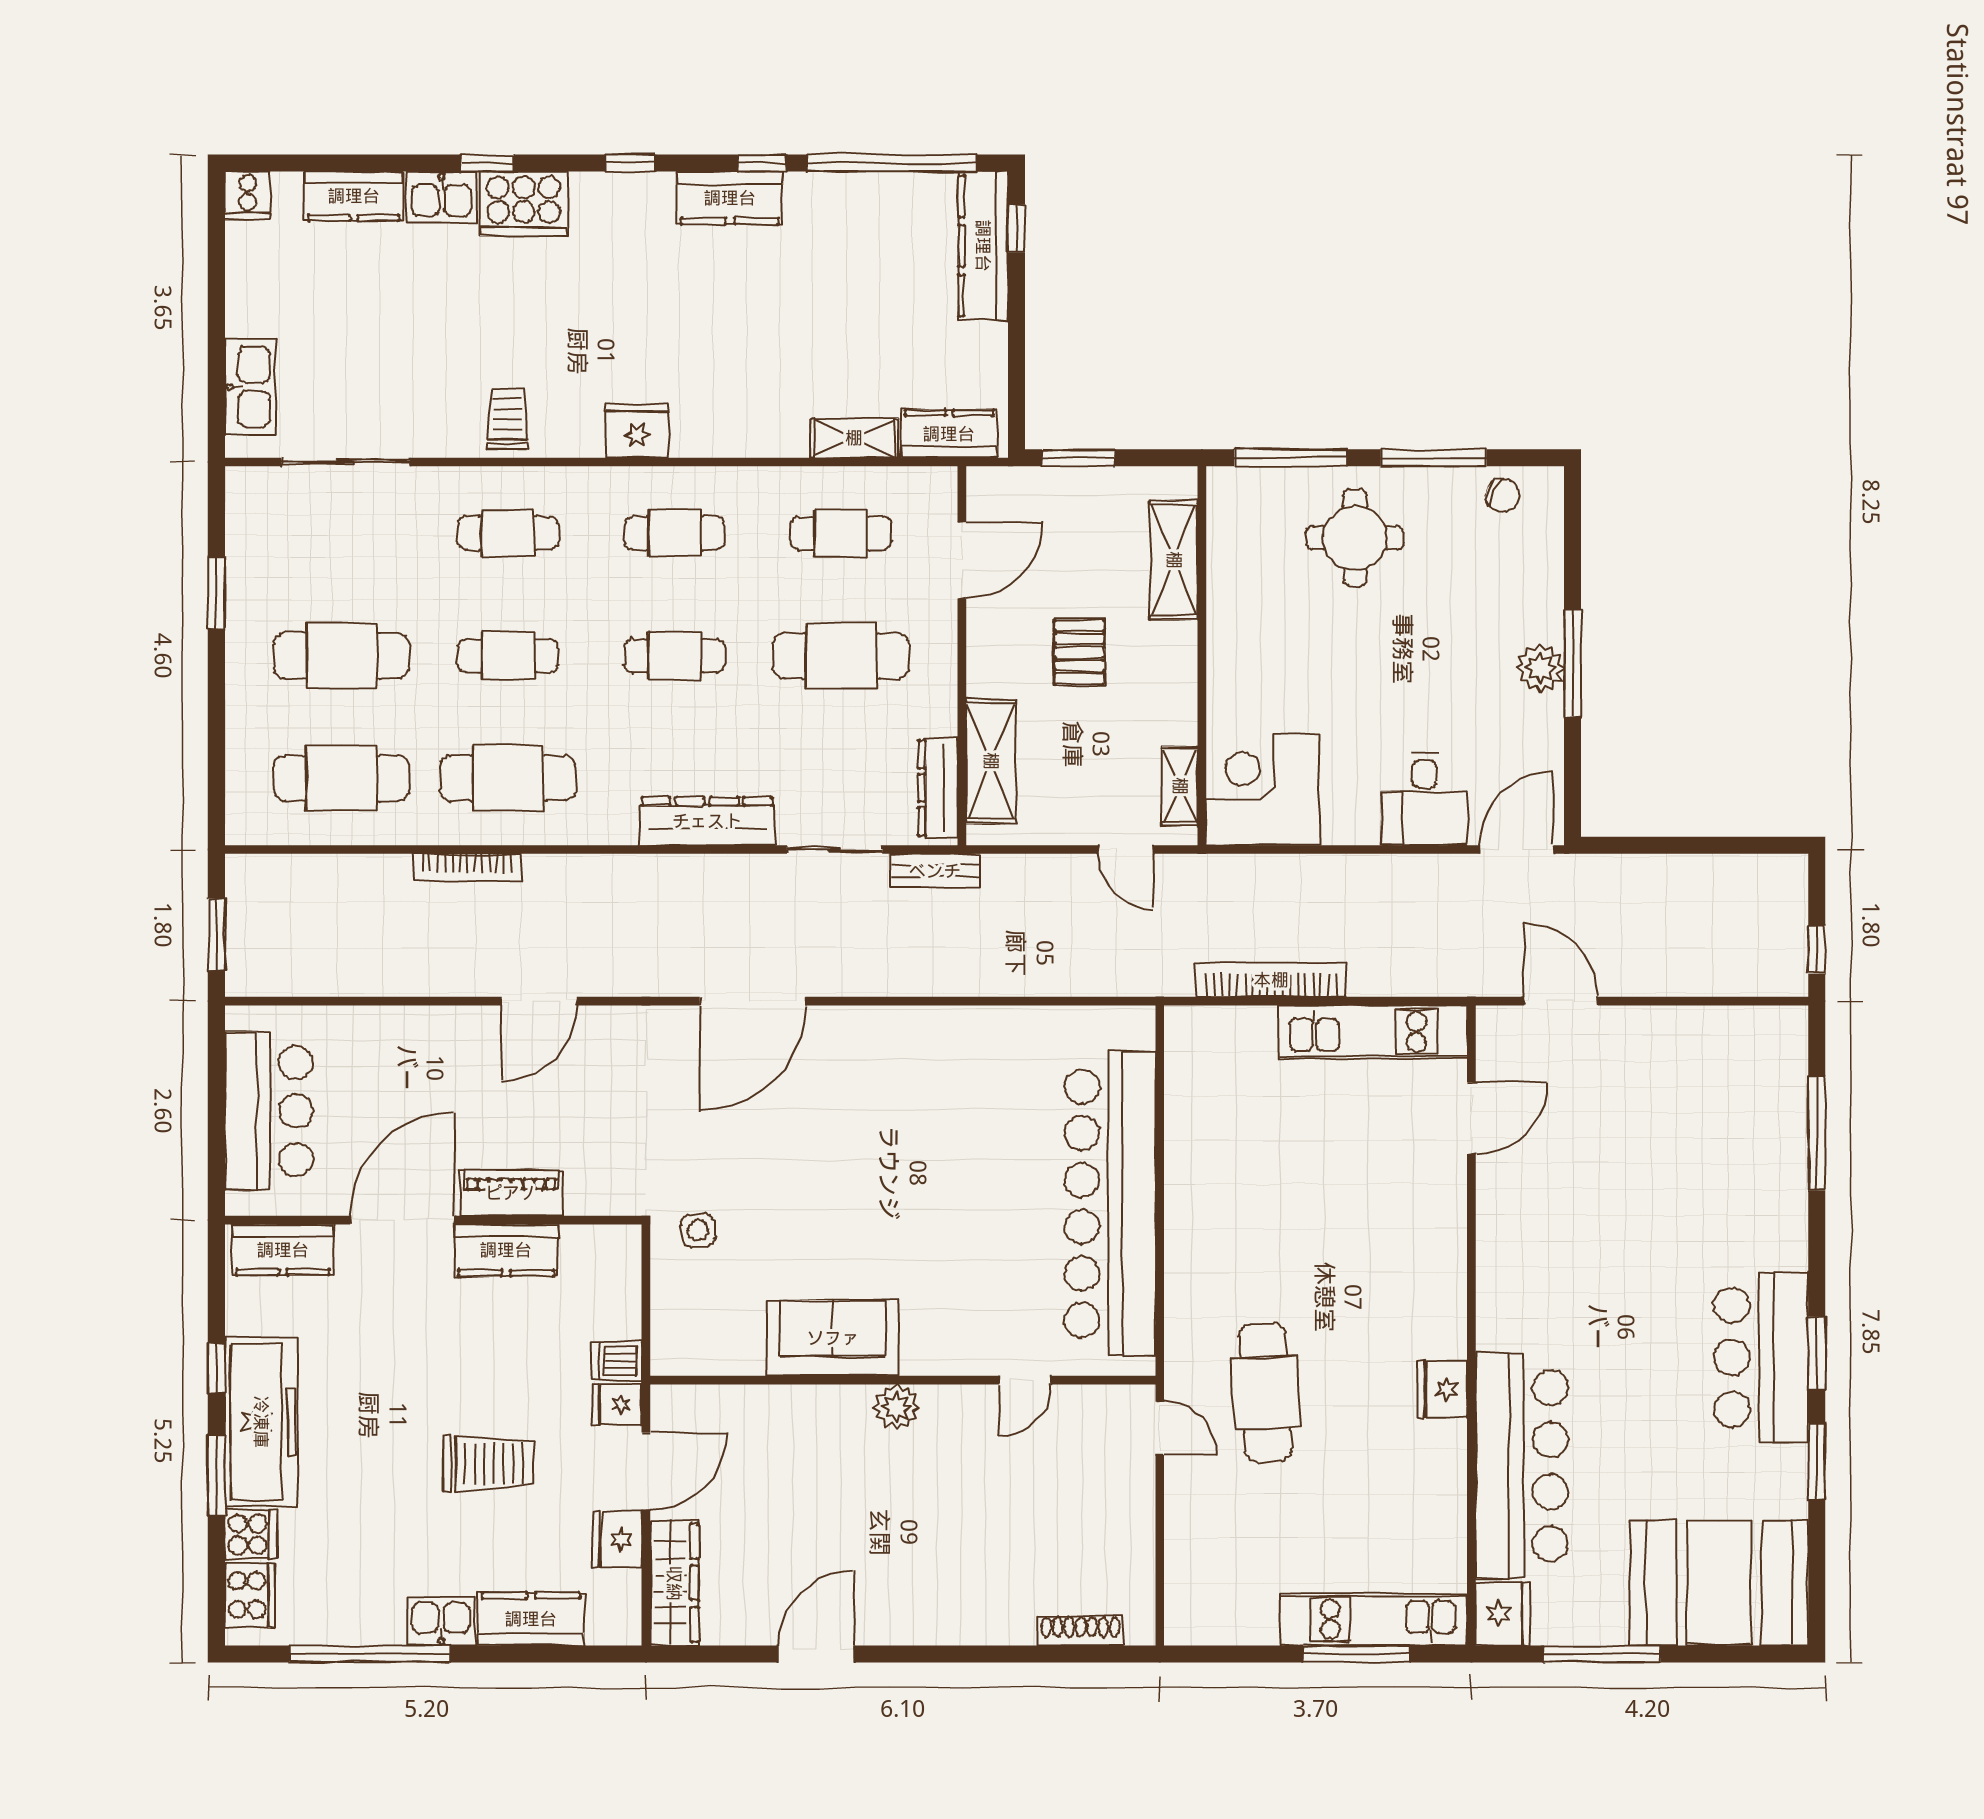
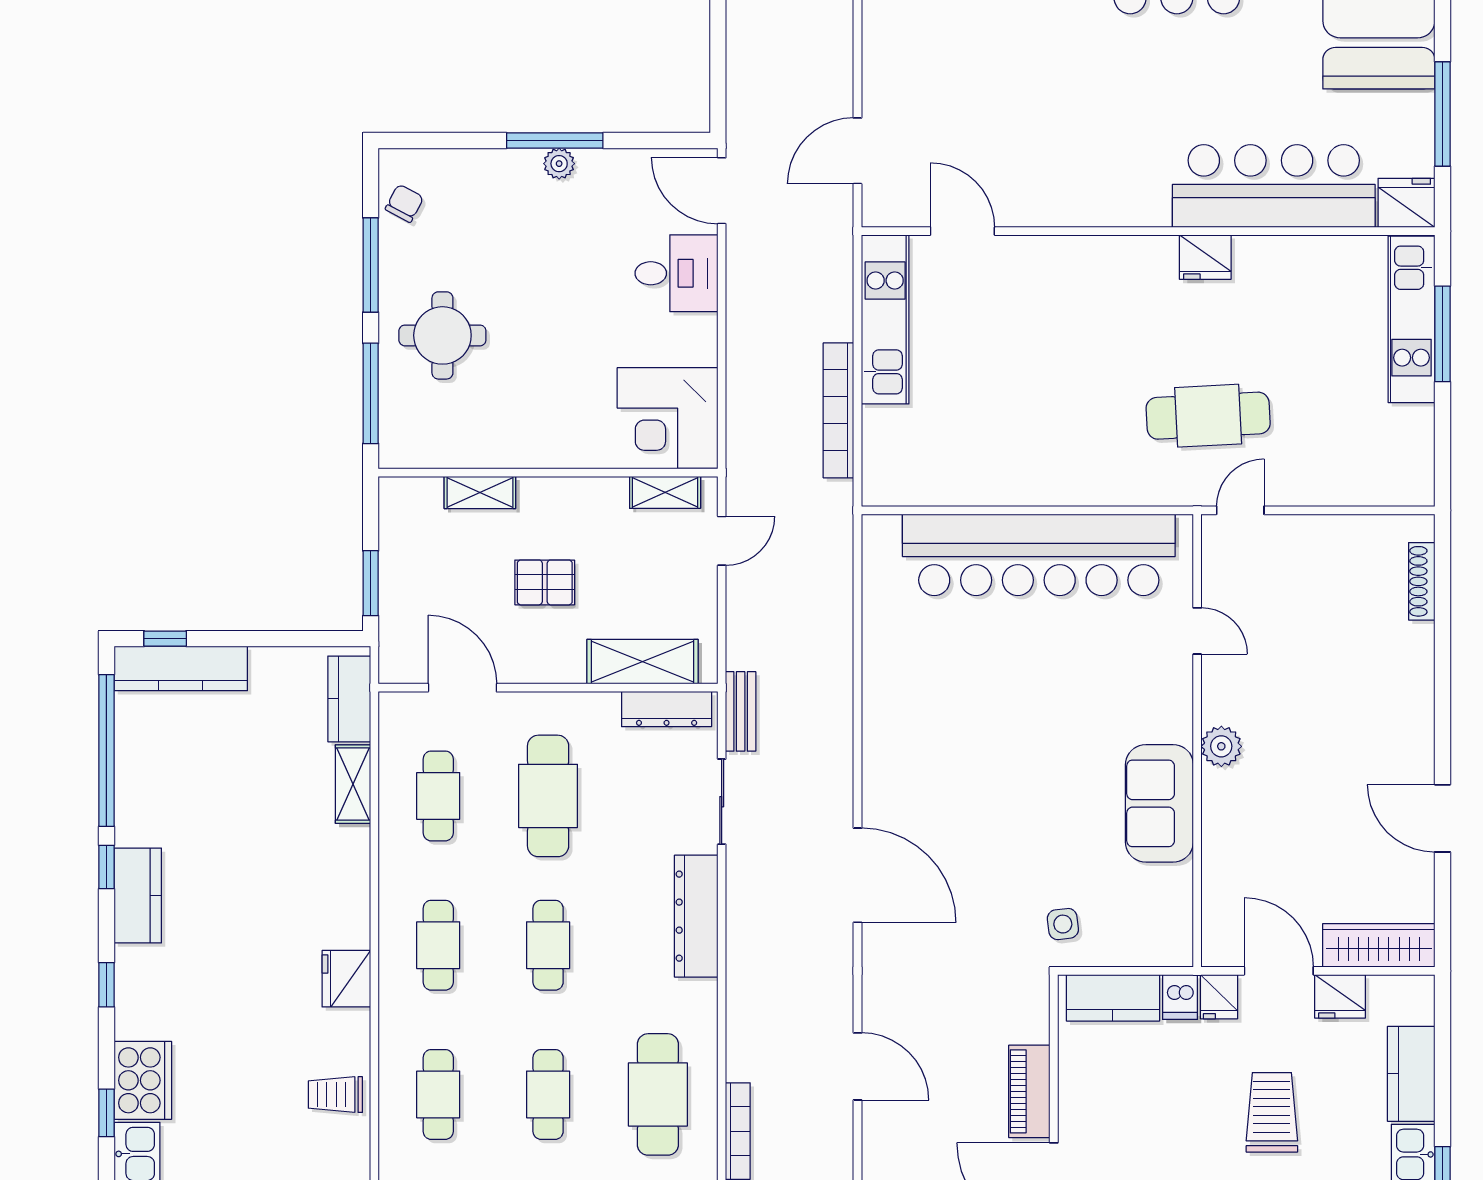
shelving: (1174, 560) -> (480, 492), width x0.67, depth x0.75
plant: (1540, 668) -> (559, 164), width x0.73, depth x0.73
kitchen counter: (506, 1250) -> (1113, 998), moved, turned 90

